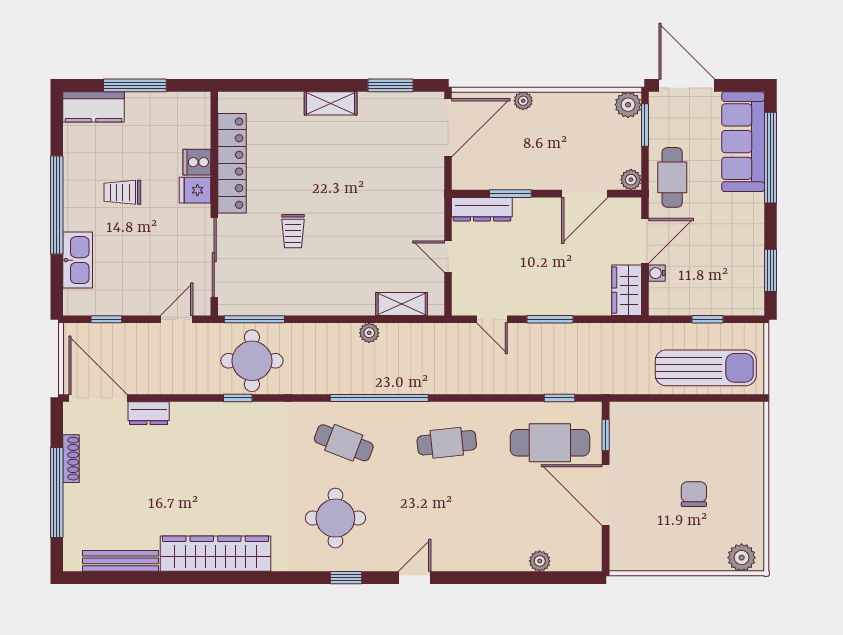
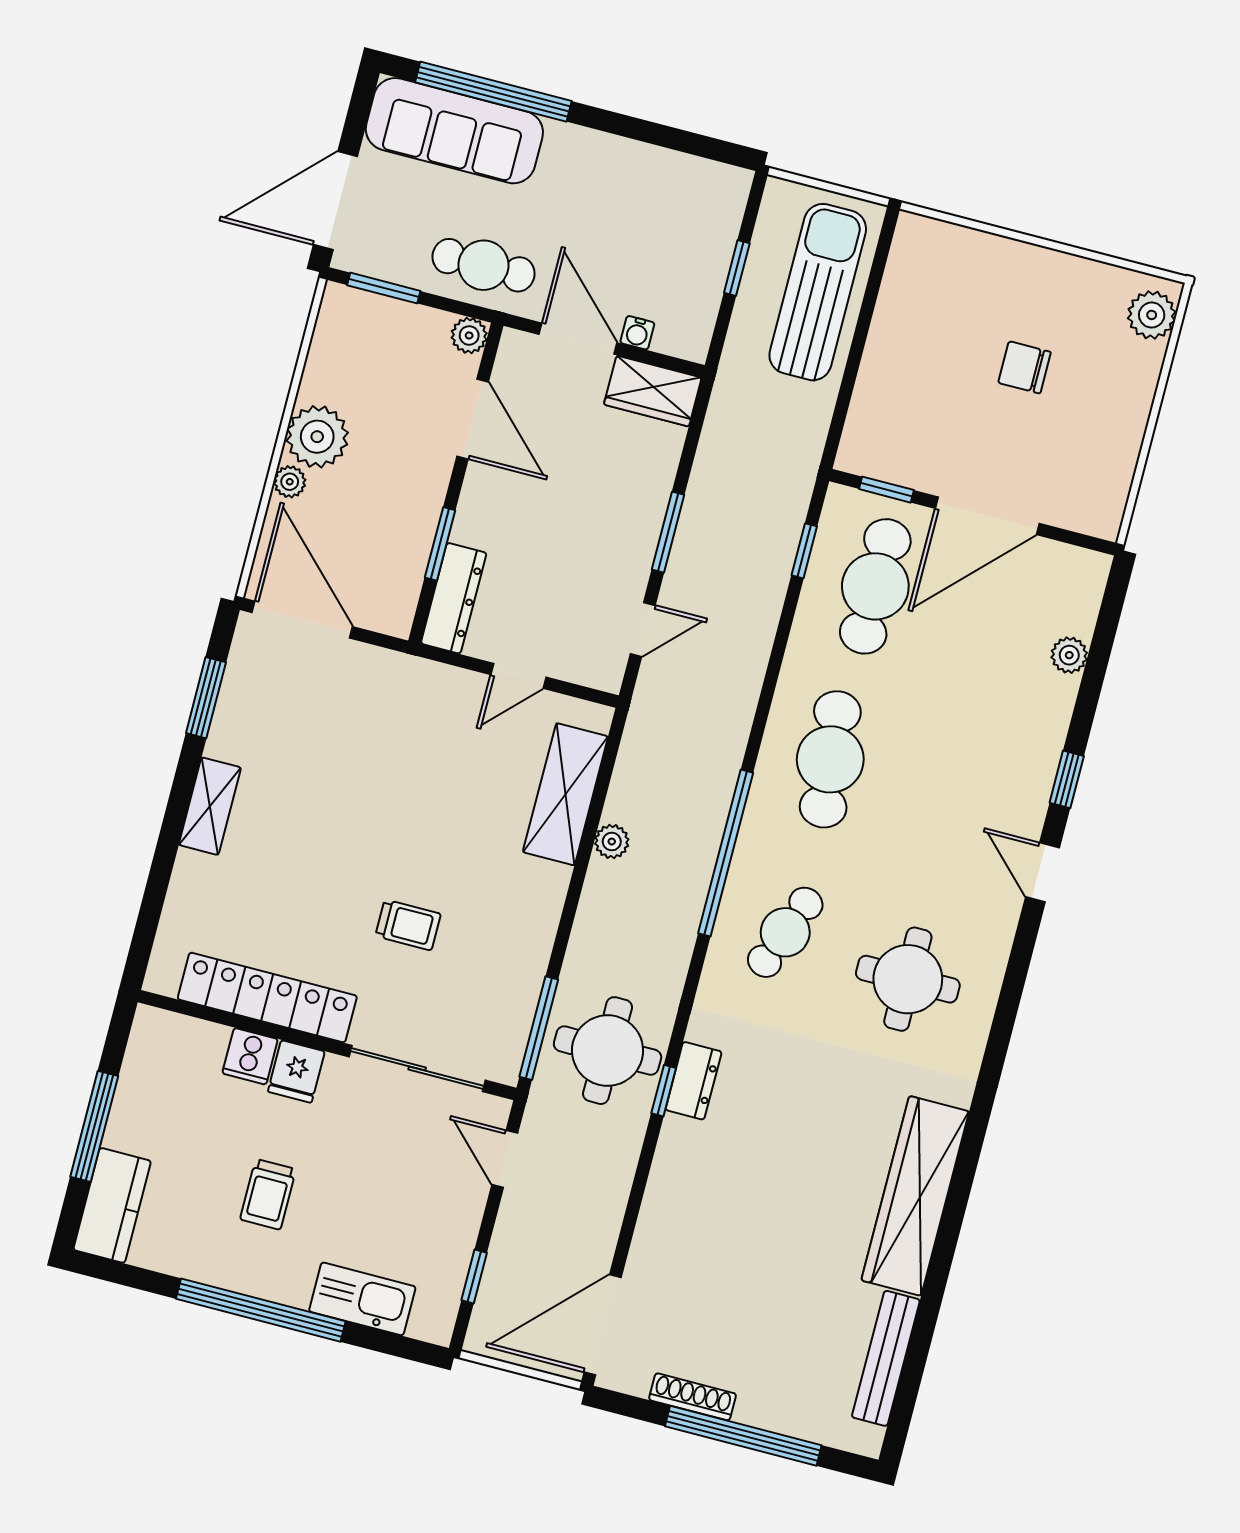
plant: (628, 105) -> (317, 437), moved, width x1.36, depth x1.36
window: (770, 270) -> (682, 141), removed
shelving: (402, 304) -> (565, 794), width x1.50, depth x1.33
dresser: (149, 413) -> (694, 1081), moved
cafe table: (447, 443) -> (830, 759), width x1.37, depth x1.35
window: (346, 578) -> (1067, 779), moved

